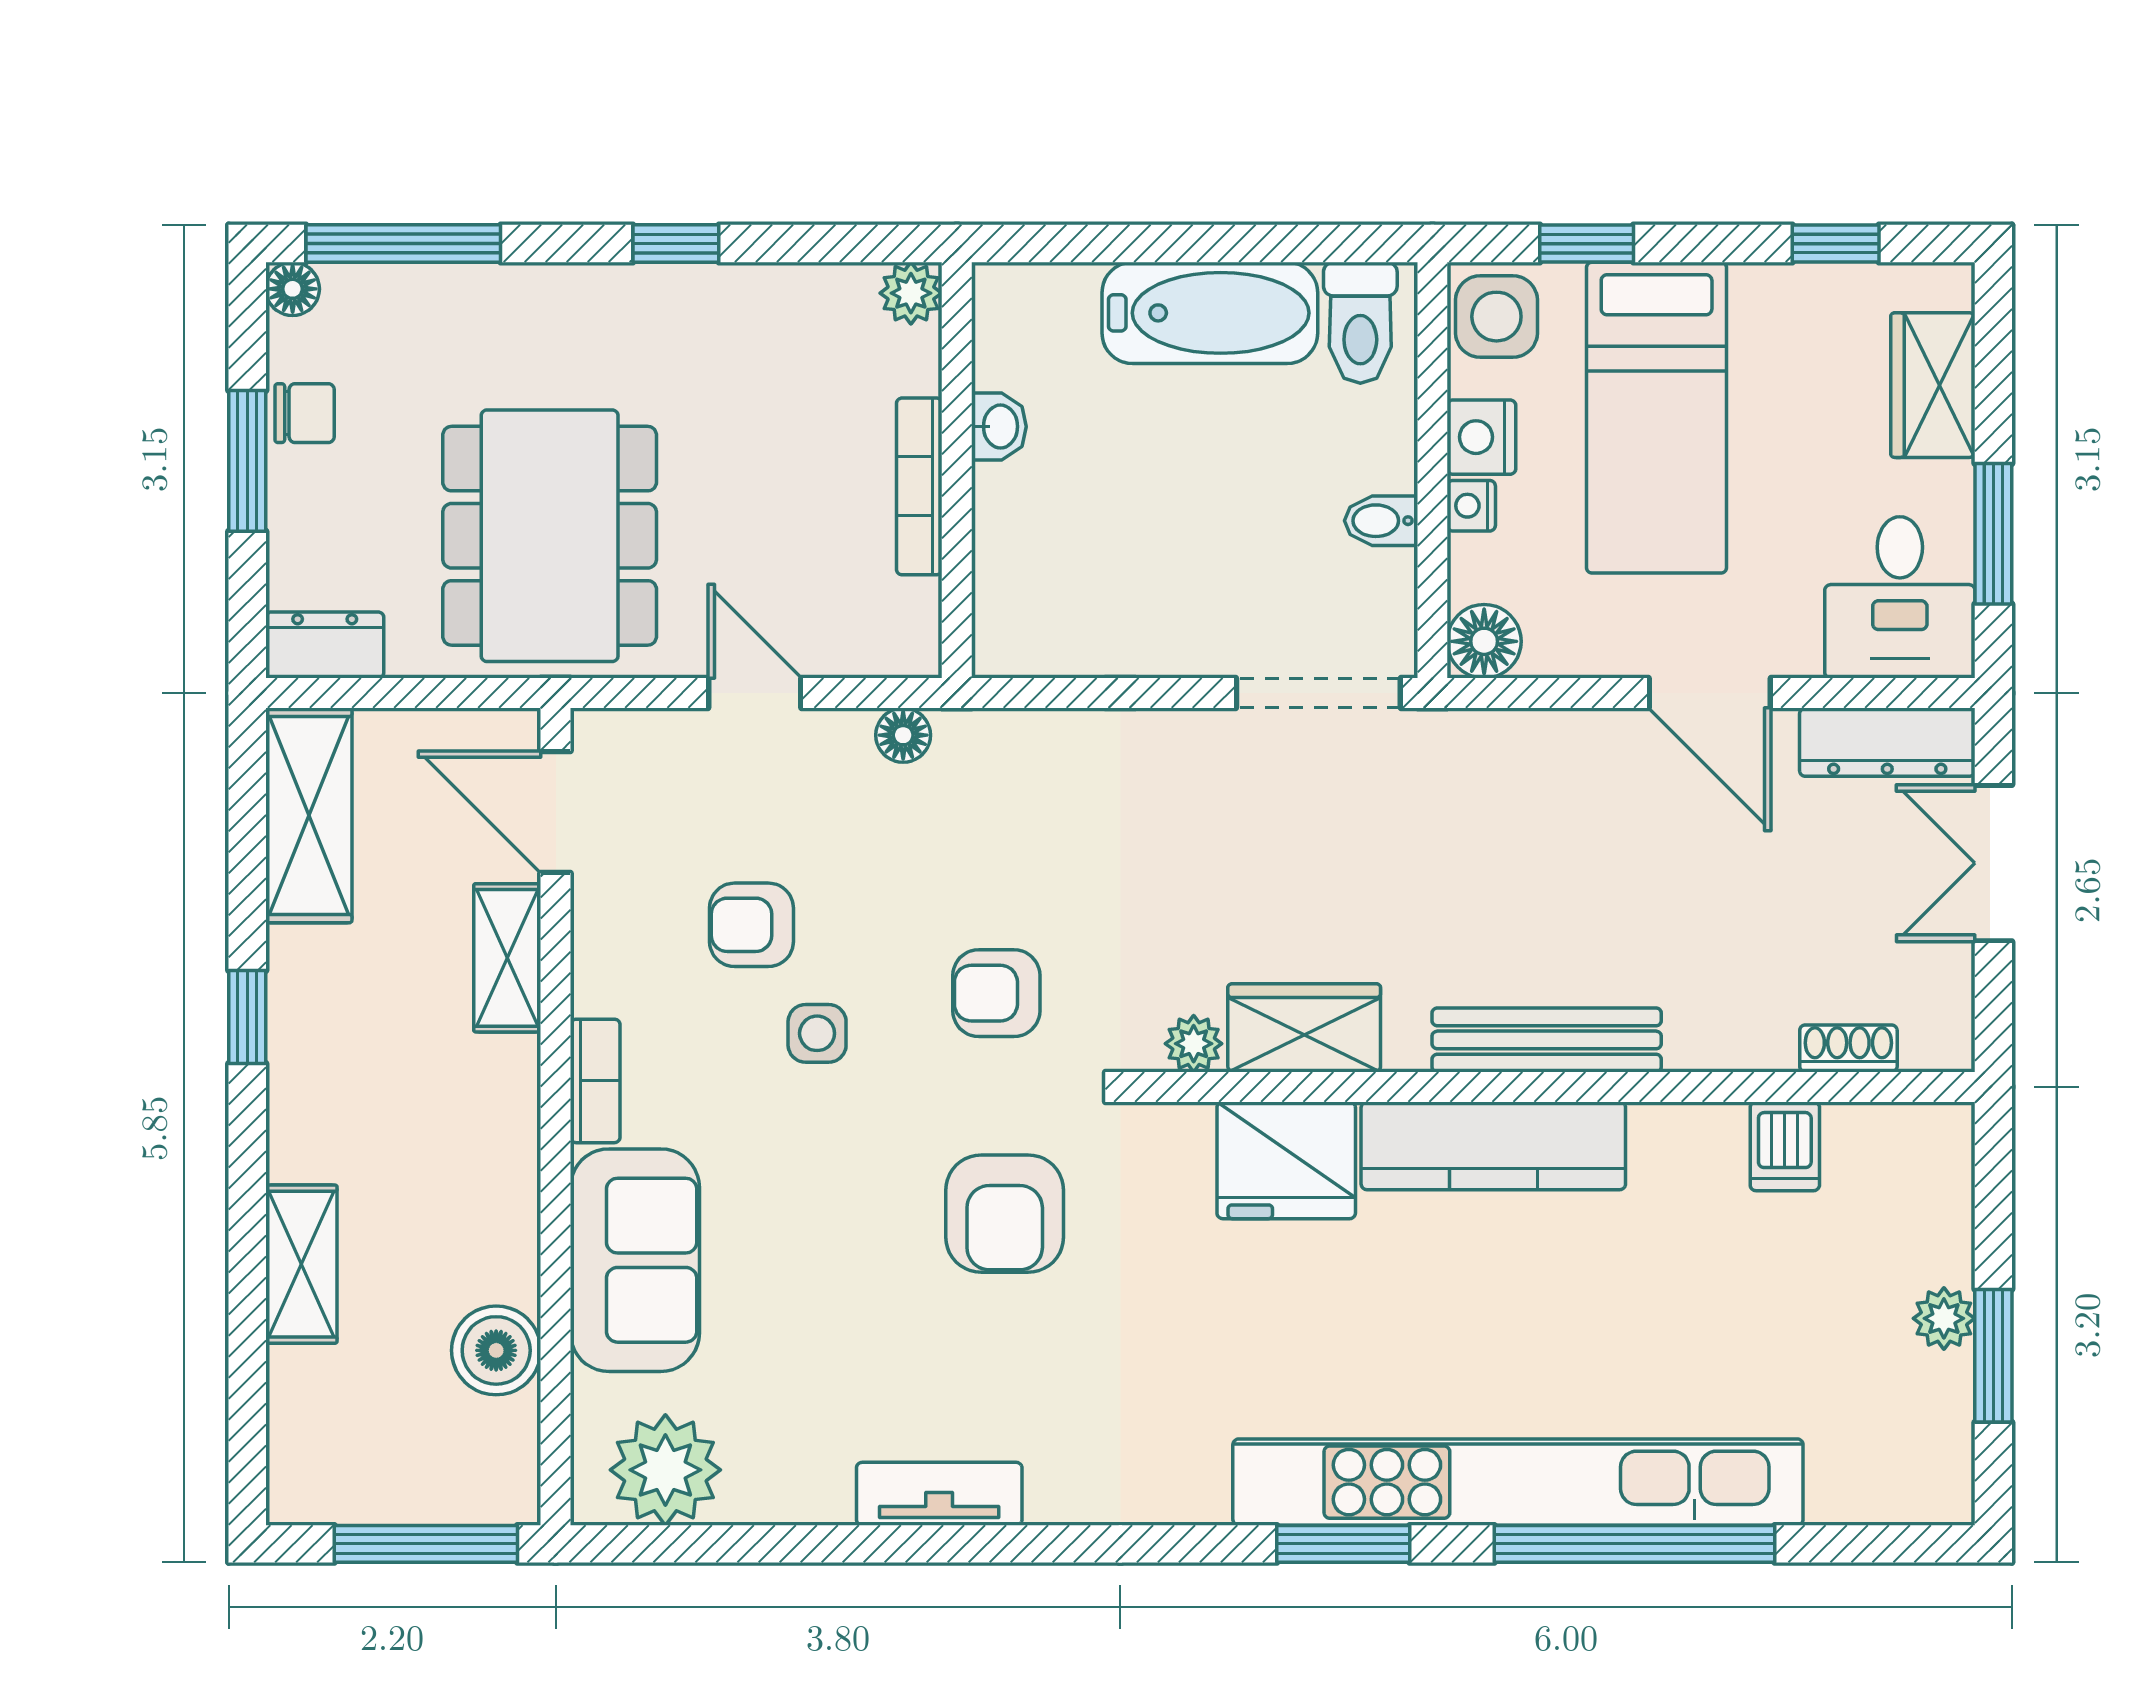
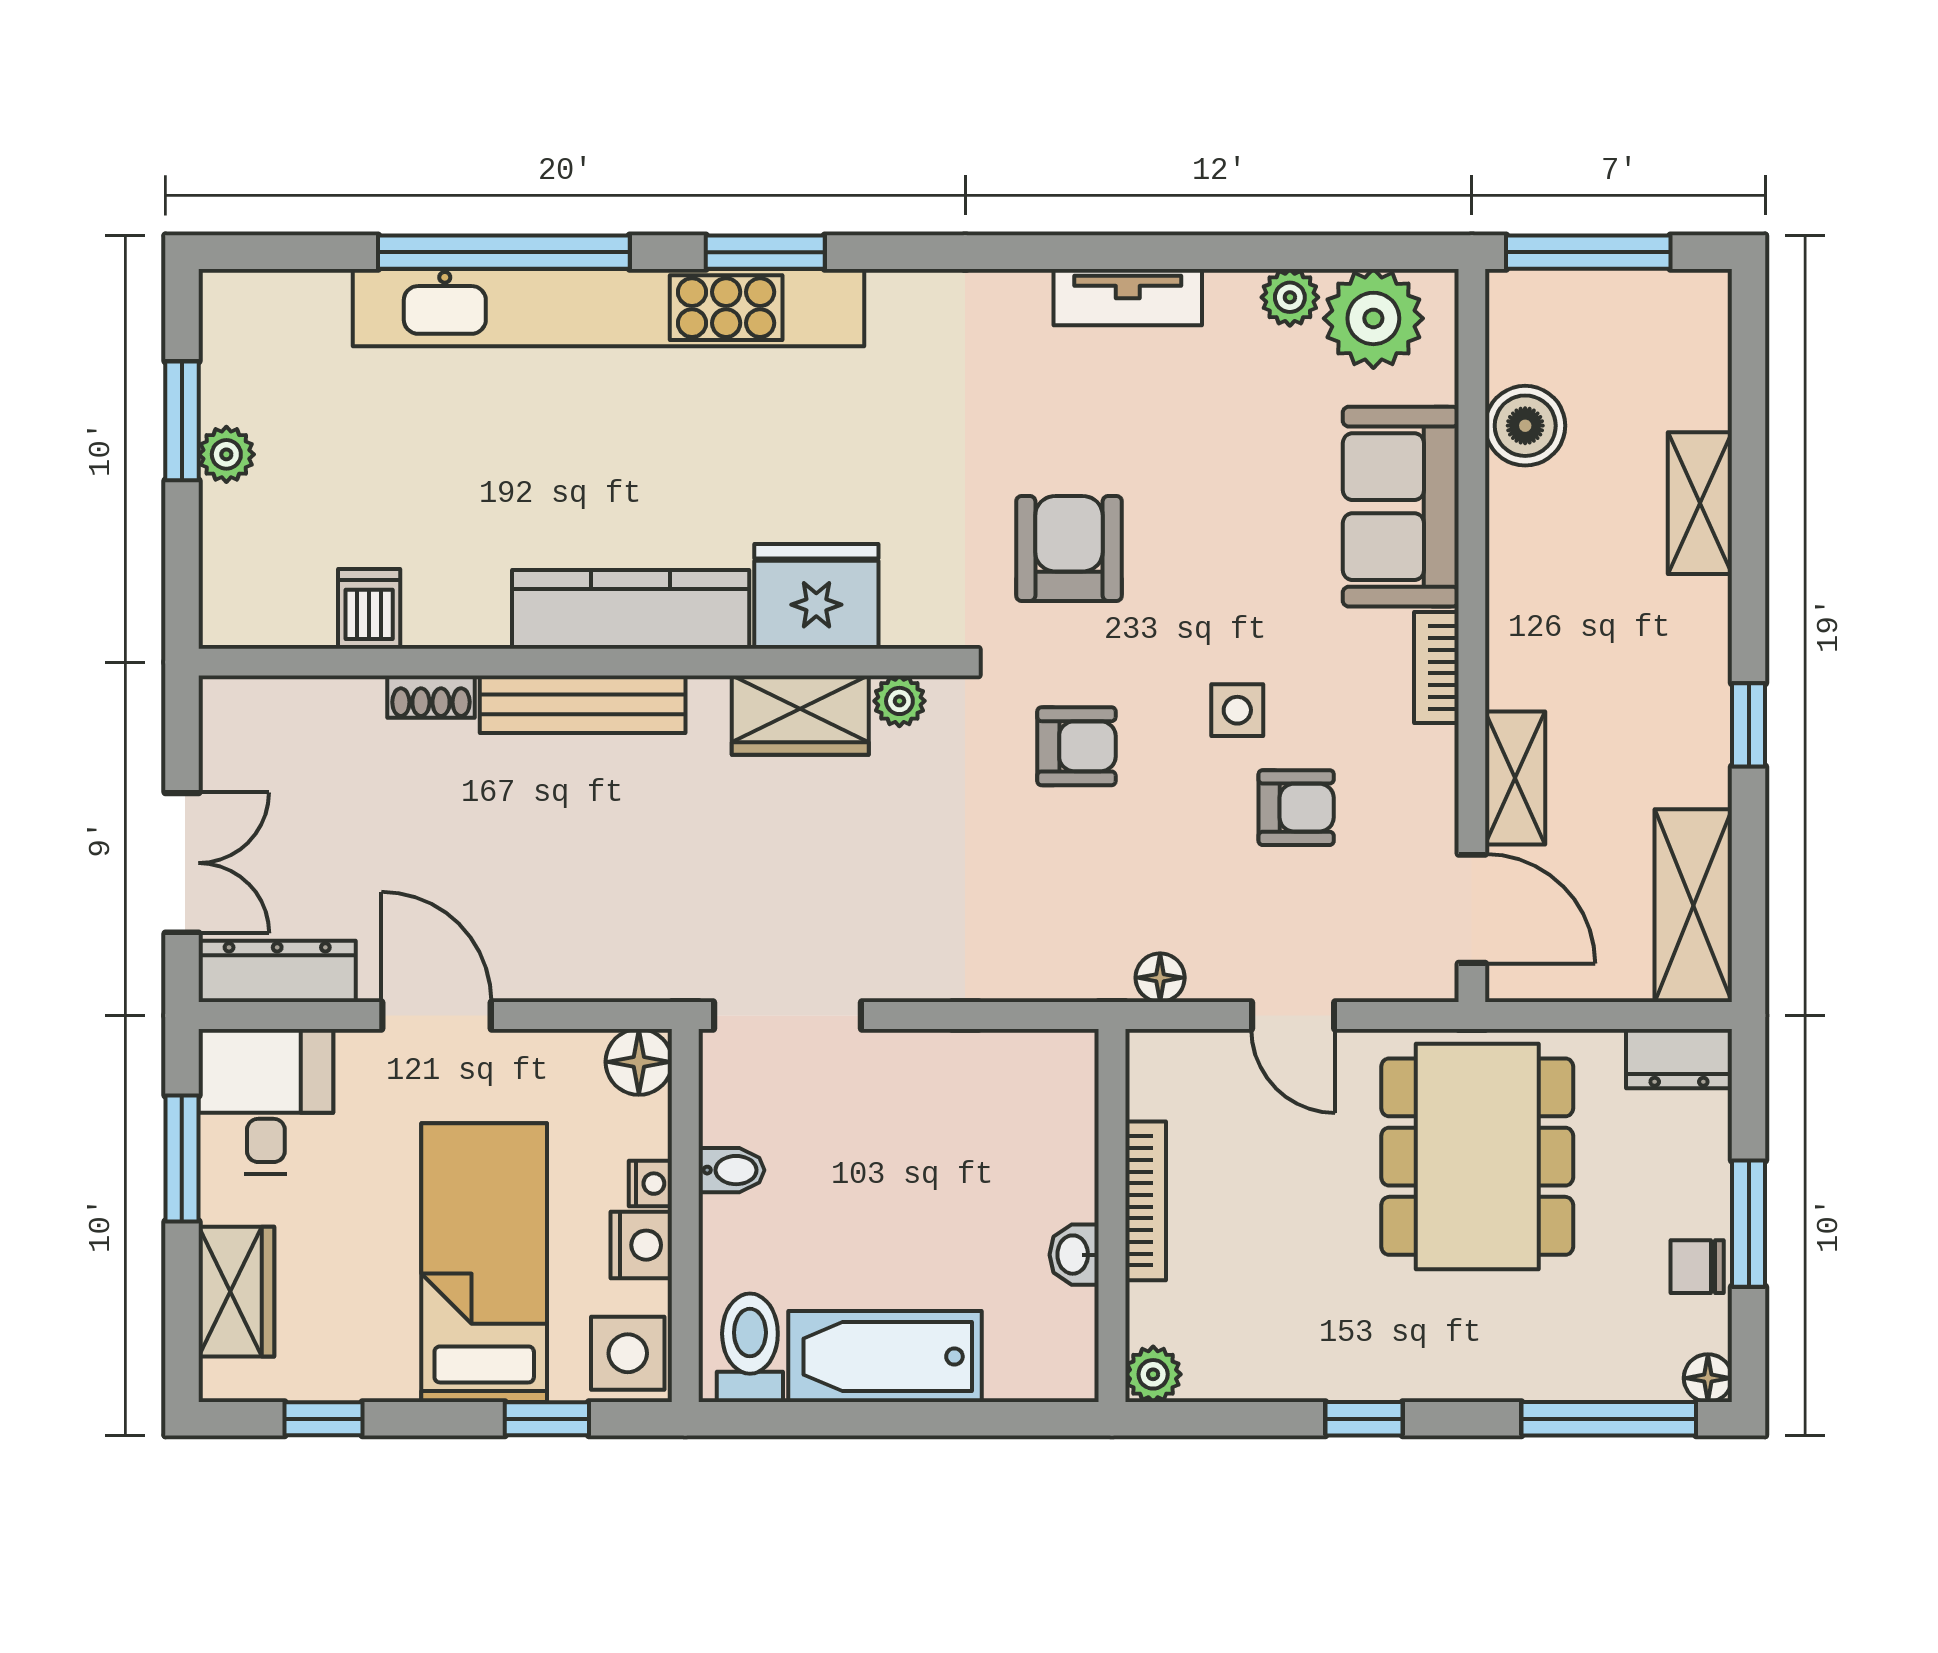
shoe rack: (1848, 1048) -> (431, 697), moved
plant: (758, 1494) -> (1290, 297), added

